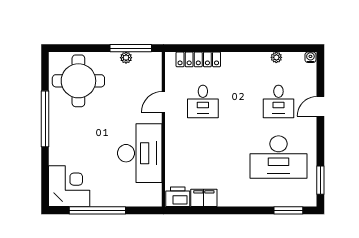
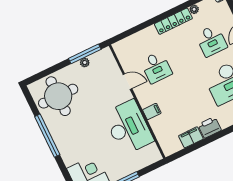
locker: (198, 59) -> (173, 21), moved
door: (163, 102) -> (127, 82), swing flipped
filing cabinet: (174, 148) -> (152, 111), added
printer: (178, 197) -> (210, 127), moved

